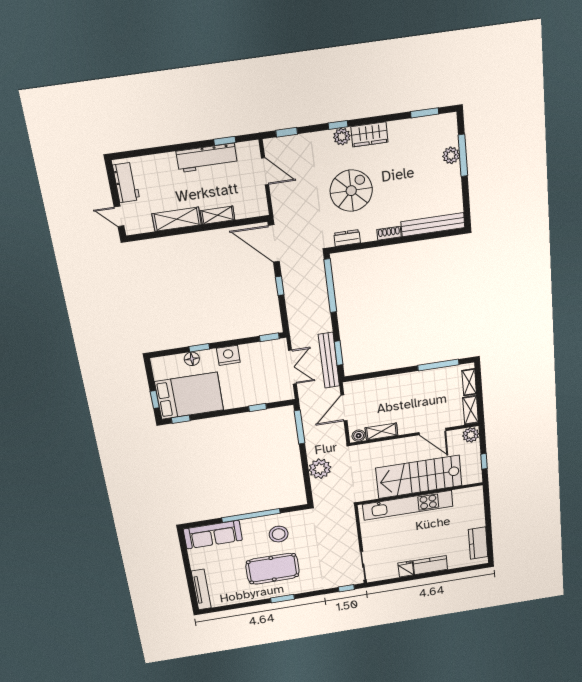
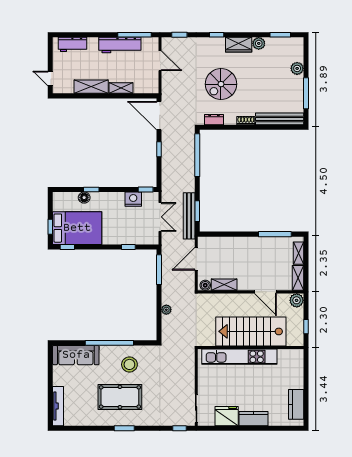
plant: (342, 137) -> (259, 43), moved
window: (225, 141) -> (134, 35), width x2.17
window: (463, 155) -> (306, 93), moved
workbench: (126, 183) -> (72, 44), moved, turned 90
spiral stairs: (351, 191) -> (221, 84), turned 180
nightstand: (228, 355) -> (133, 199), moved
plant: (320, 469) -> (166, 310), width x0.53, depth x0.53
fridge: (406, 569) -> (227, 416), width x1.88, depth x1.34

